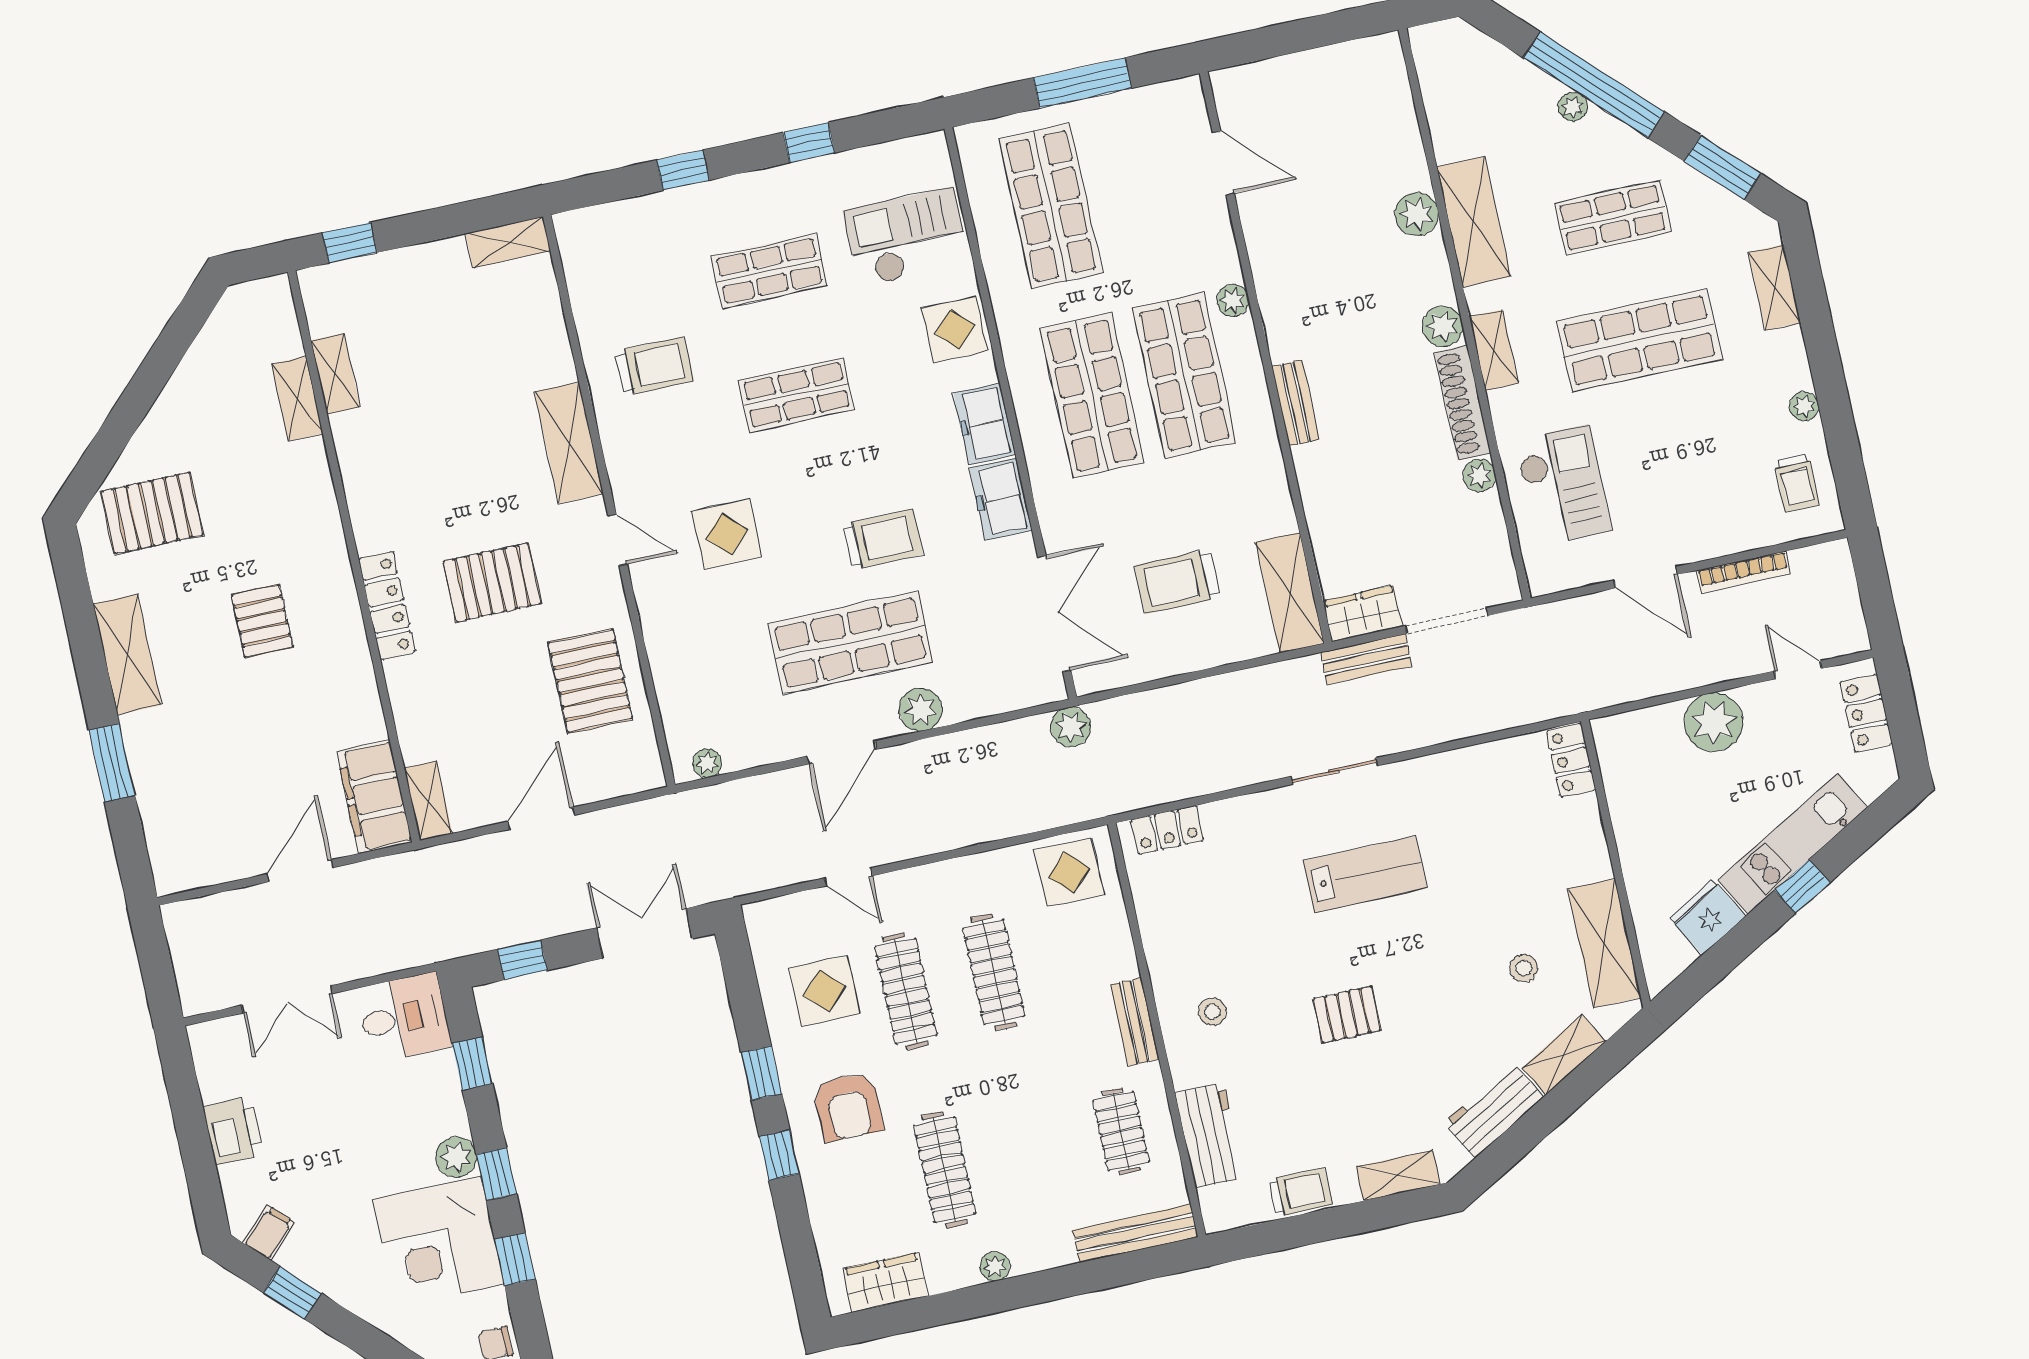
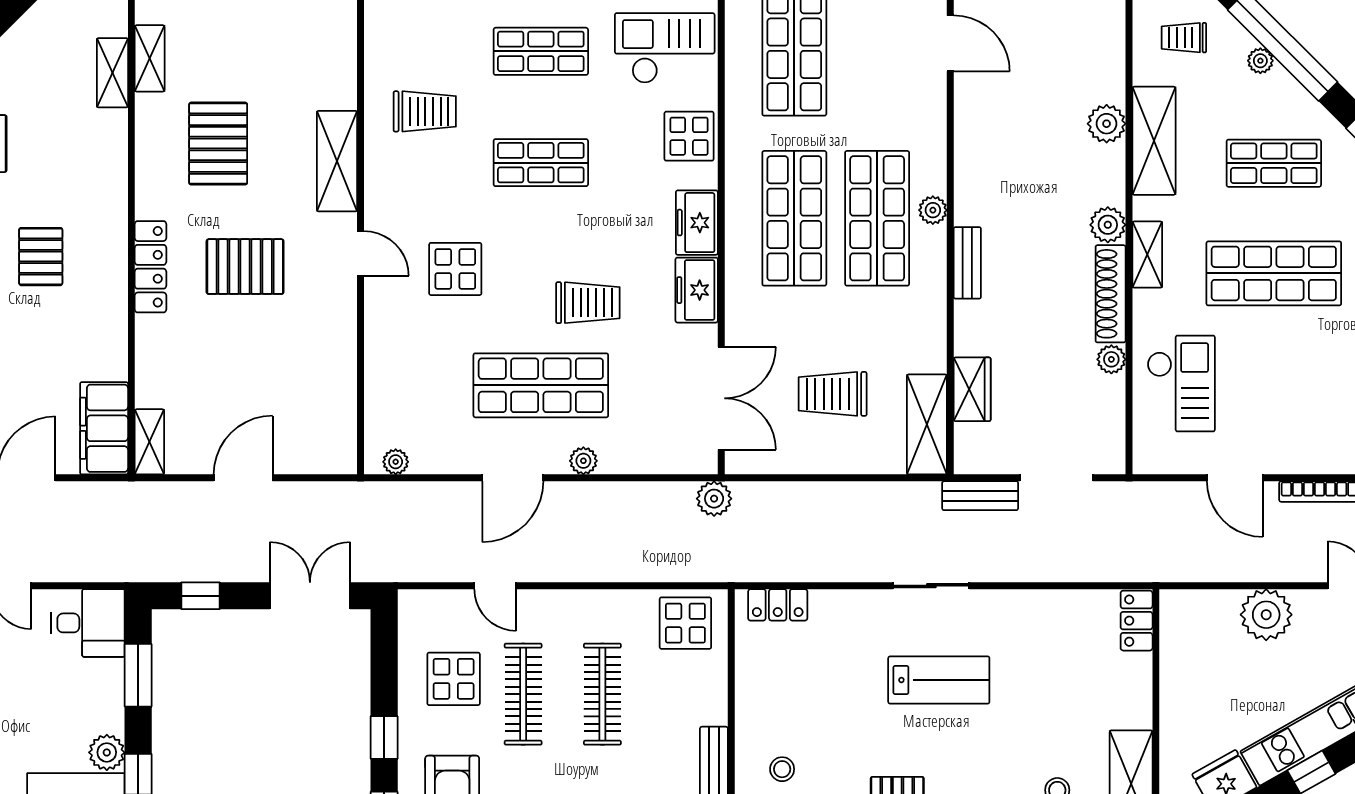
trolley: (1482, 100) -> (1184, 38), added
plant: (1233, 300) -> (933, 210), moved
wardrobe: (1363, 614) -> (972, 389), moved, turned 90
pallet: (590, 681) -> (218, 144), moved
plant: (921, 710) -> (583, 461), width x0.73, depth x0.73
window: (472, 1064) -> (138, 675), width x1.50

